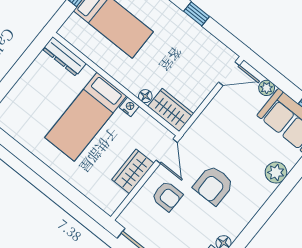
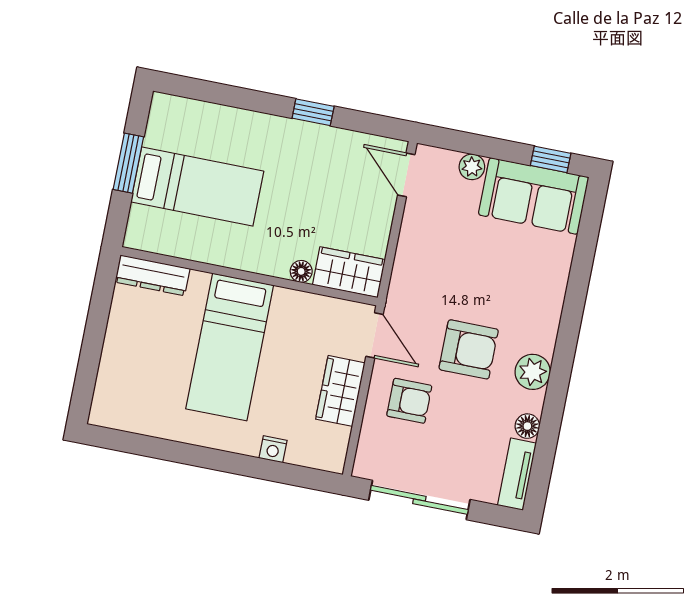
door: (229, 74) -> (406, 175), swing flipped
nightstand: (129, 107) -> (273, 449), moved, turned 180
plant: (276, 172) -> (533, 372), moved
armchair: (213, 185) -> (469, 349), turned -90

